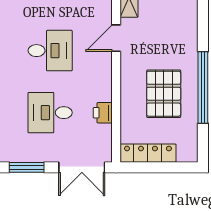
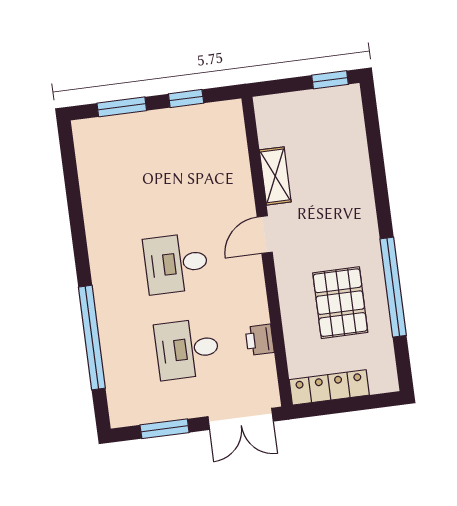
desk: (50, 51) -> (176, 263), turned 180

